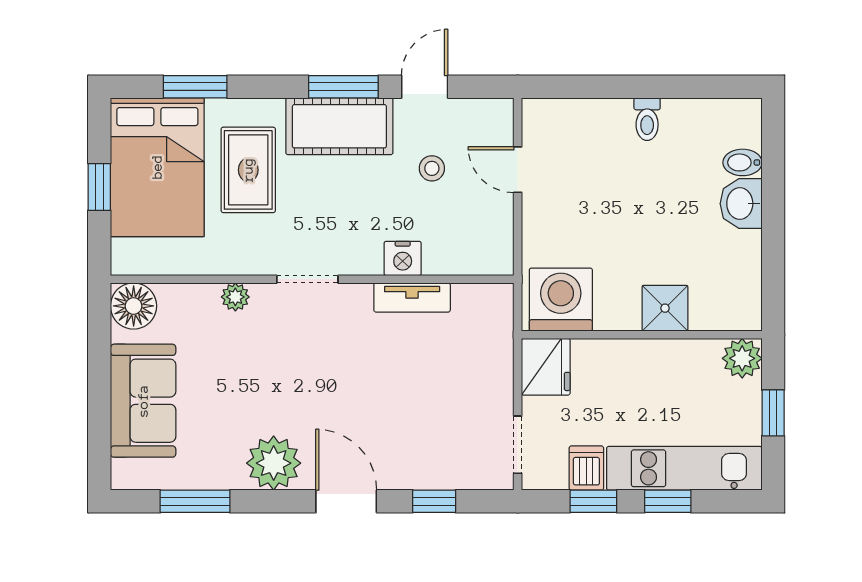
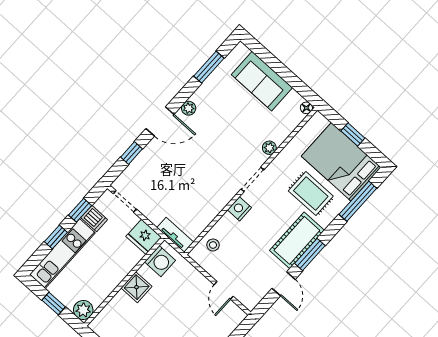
window: (195, 87) -> (358, 201), width x1.44
stool: (432, 168) -> (213, 245), moved
door: (518, 170) -> (224, 290), swing flipped
nightstand: (403, 258) -> (239, 209), moved
tv unit: (412, 297) -> (175, 235), moved, turned 90
washing machine: (561, 300) -> (160, 261), width x0.73, depth x0.73
floor lamp: (134, 306) -> (306, 108), width x0.53, depth x0.53
shower: (665, 308) -> (137, 287), moved
plant: (274, 463) -> (189, 108), width x0.53, depth x0.53

